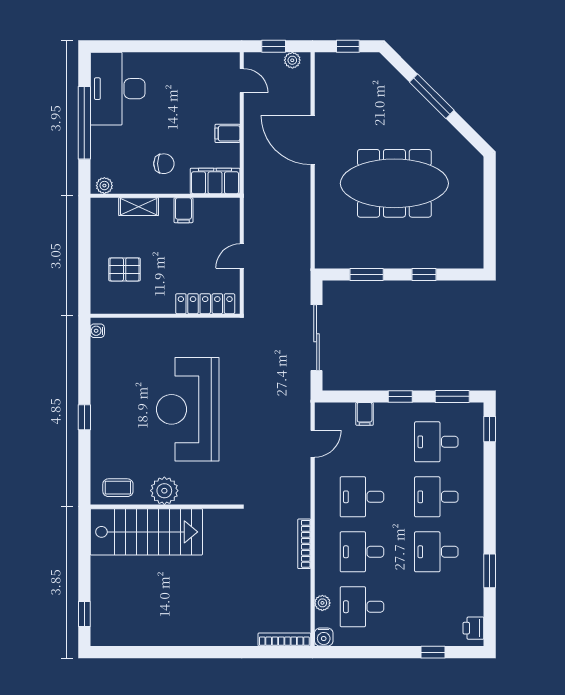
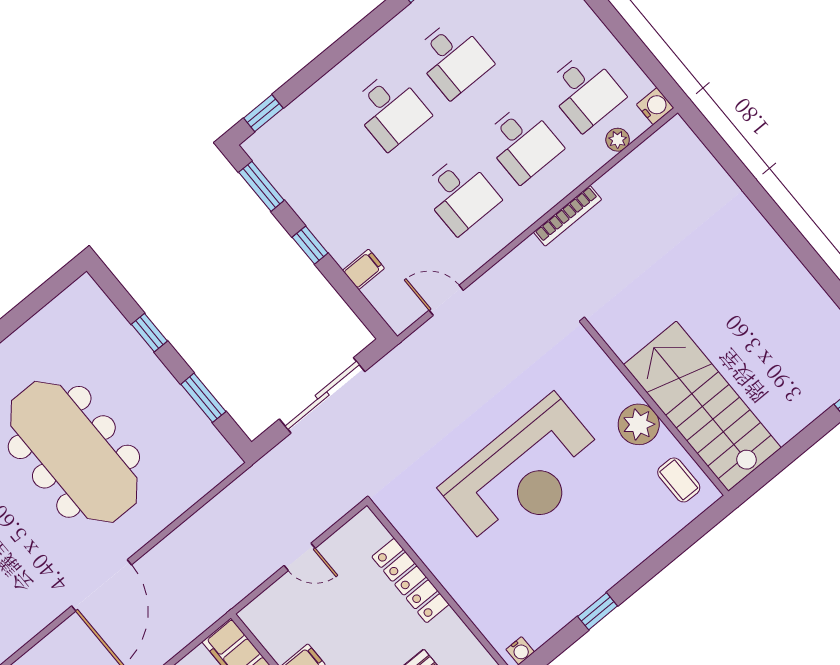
locker: (205, 304) -> (410, 581), moved
window: (84, 417) -> (598, 611), moved
desk: (436, 442) -> (328, 162), removed
bookcase: (284, 640) -> (695, 148), removed

